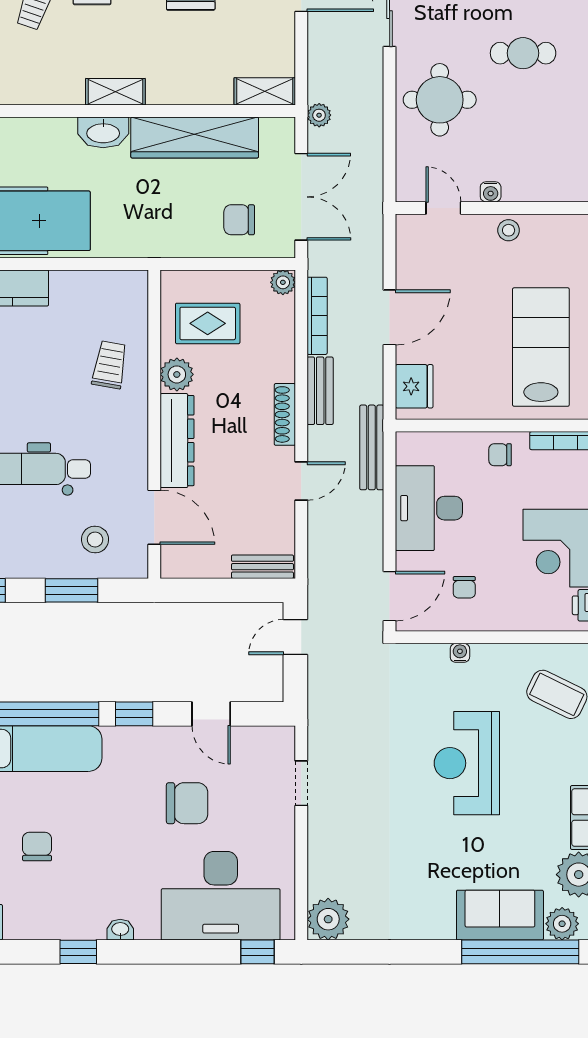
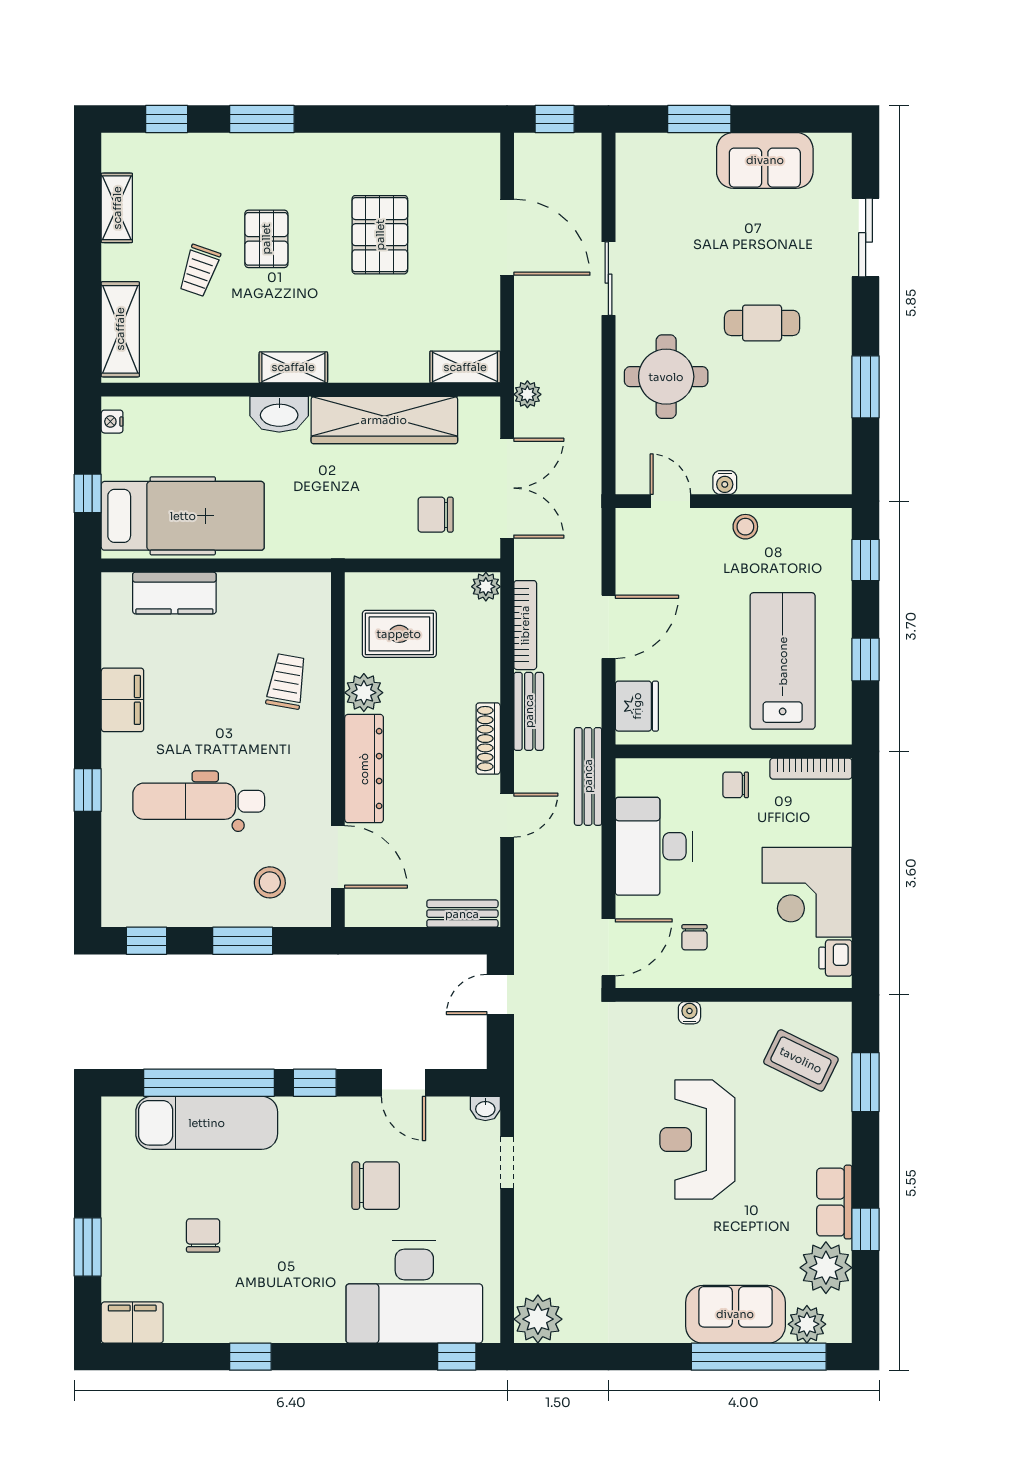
washbasin: (120, 930) -> (485, 1108), moved, turned 180

